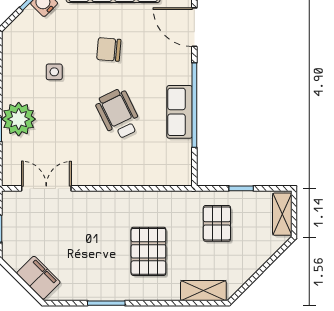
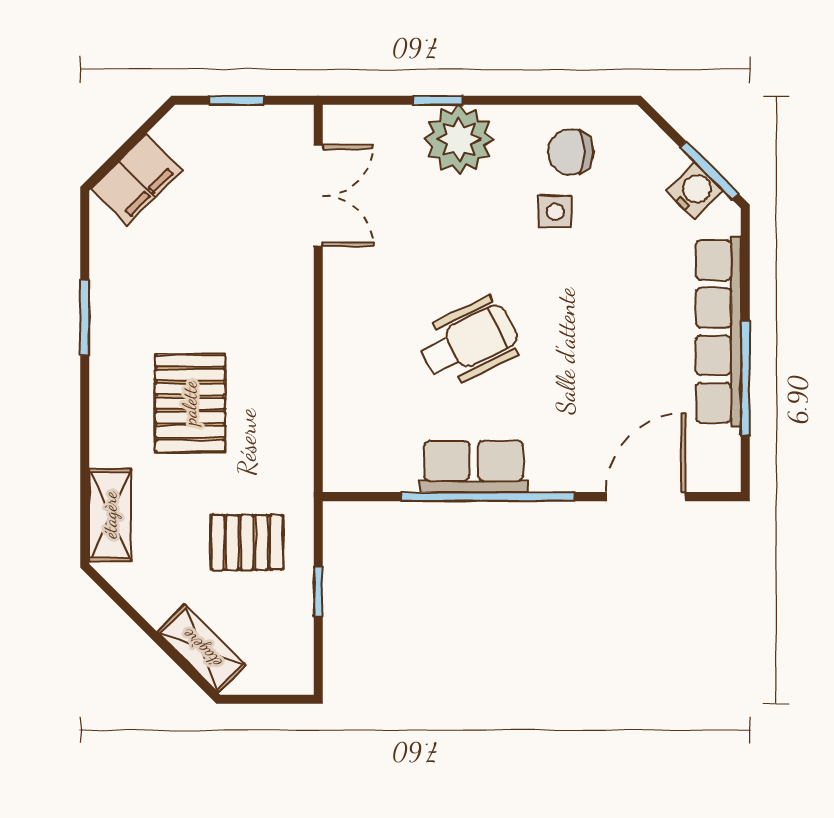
chair: (109, 49) -> (571, 152), moved, turned -95
shelving: (282, 214) -> (201, 649), moved, turned 45
pallet: (148, 251) -> (190, 403), turned 90

